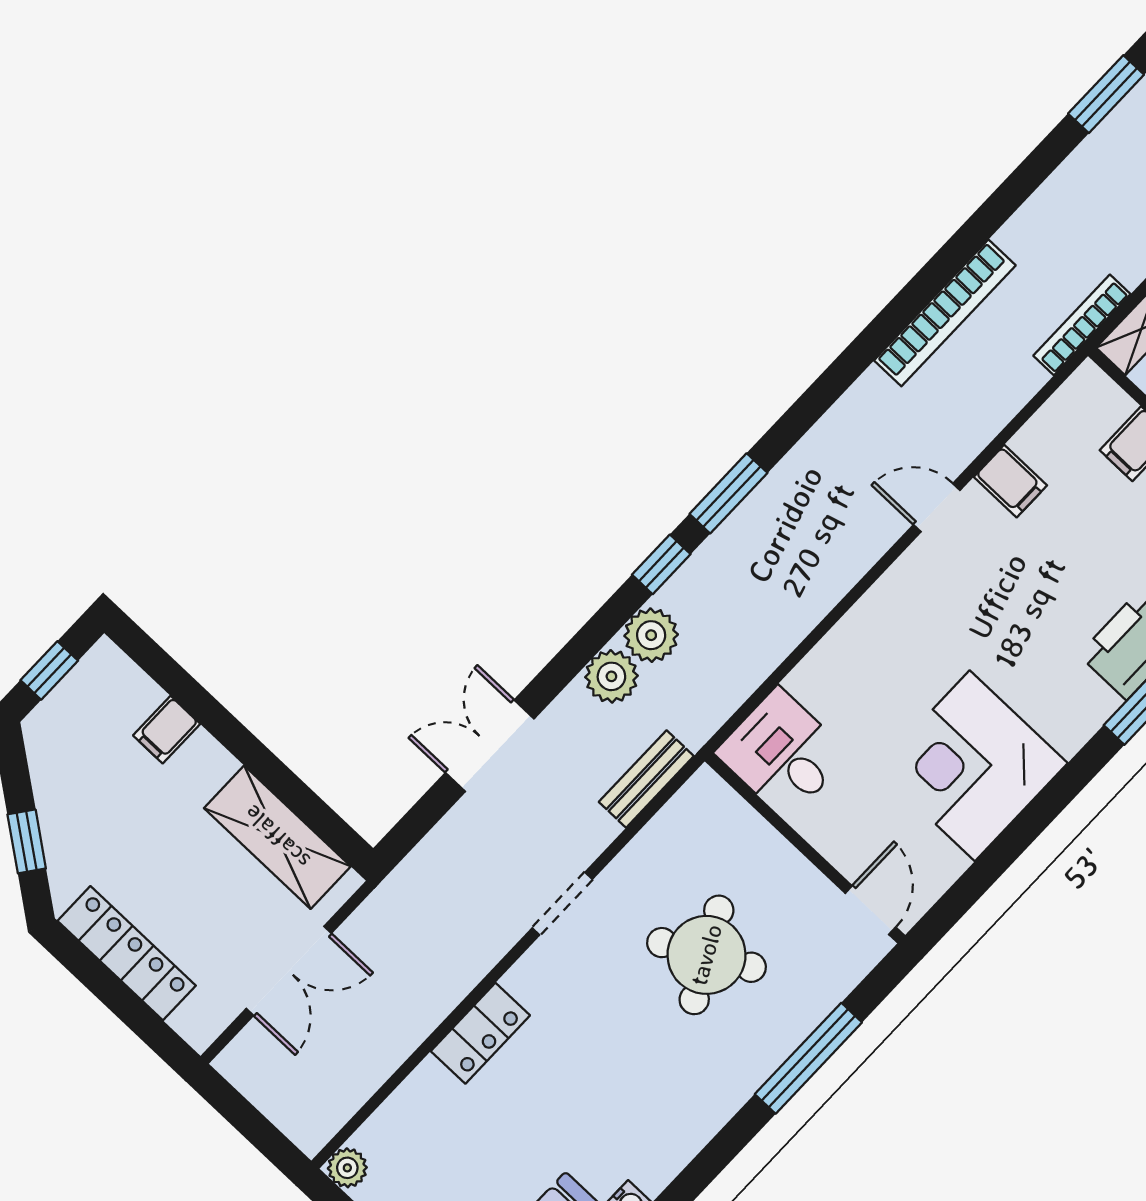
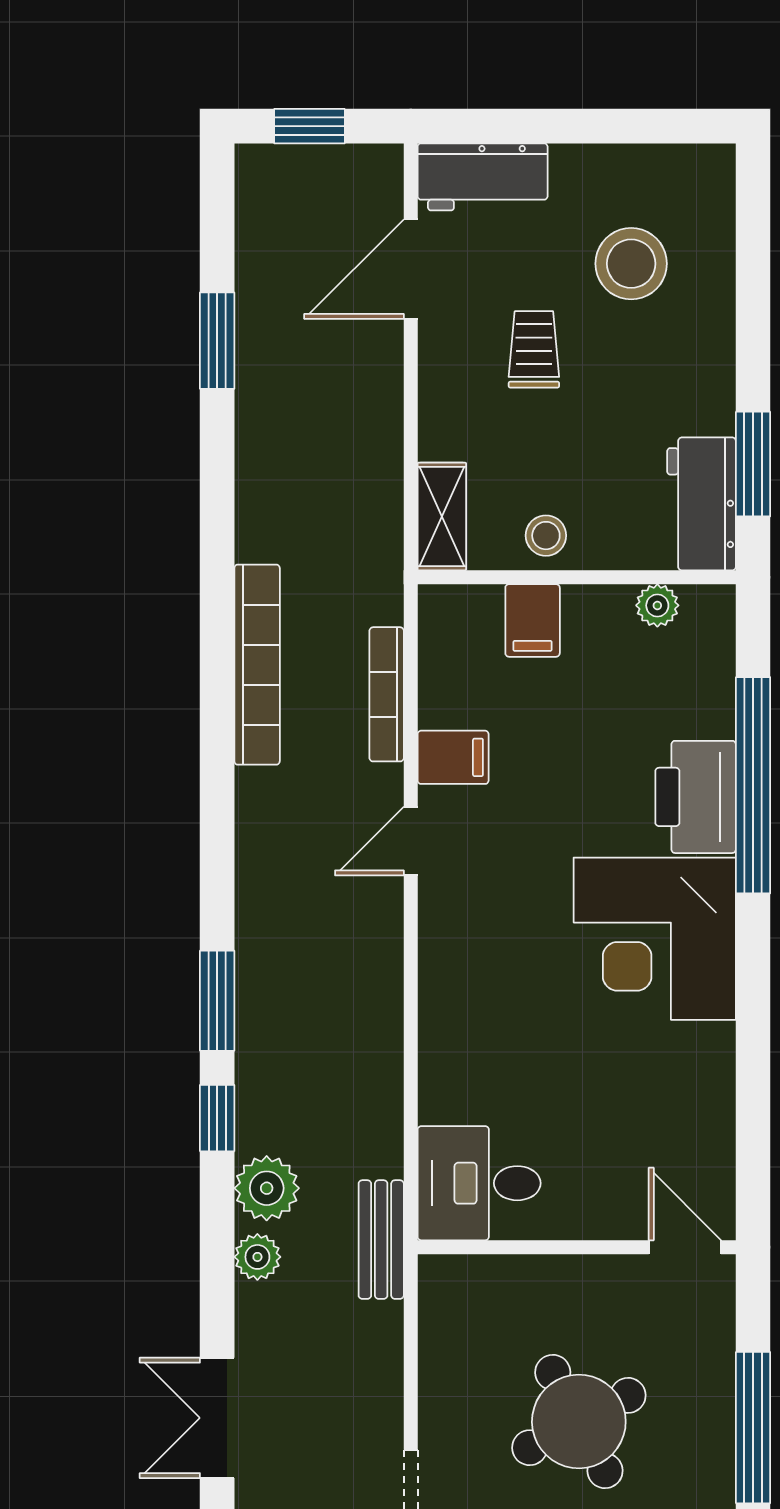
bookcase: (1082, 325) -> (387, 694), moved
plant: (611, 676) -> (257, 1257), width x0.73, depth x0.73
corner desk: (972, 766) -> (655, 939), moved
bench: (646, 779) -> (381, 1240), moved

